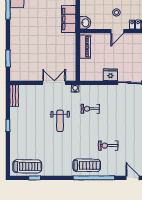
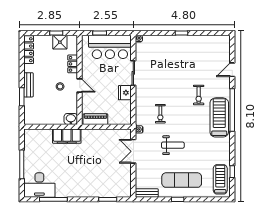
exercise mat: (27, 129) -> (182, 180), added
treadmill: (87, 165) -> (219, 117), width x1.37, depth x1.38

